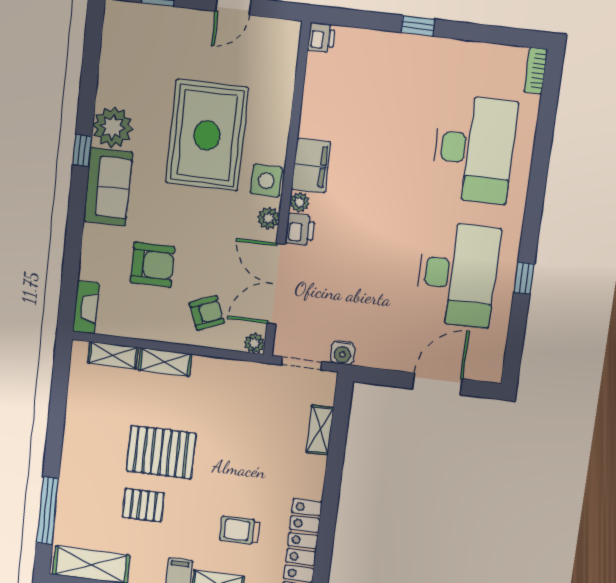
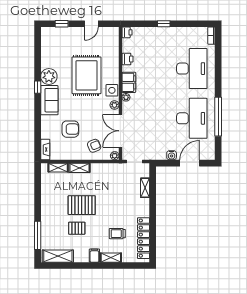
printer: (300, 230) -> (127, 59), moved
window: (524, 278) -> (218, 117), width x3.17
water cooler: (343, 353) -> (172, 155), moved

